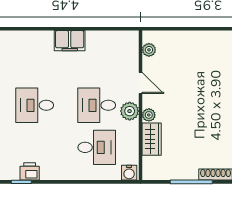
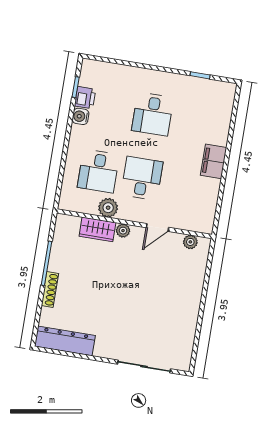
desk: (35, 105) -> (153, 114), turned 180
plant: (130, 111) -> (108, 208), moved
water cooler: (129, 173) -> (80, 116), moved

